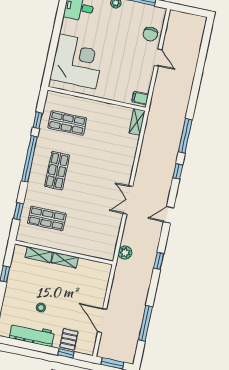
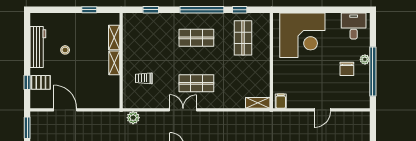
chair: (150, 34) -> (347, 69), moved, turned -90
shop shelf: (47, 218) -> (196, 83), moved, turned 90
trolley: (87, 233) -> (144, 78), added
door: (102, 320) -> (65, 110), hinge flipped

